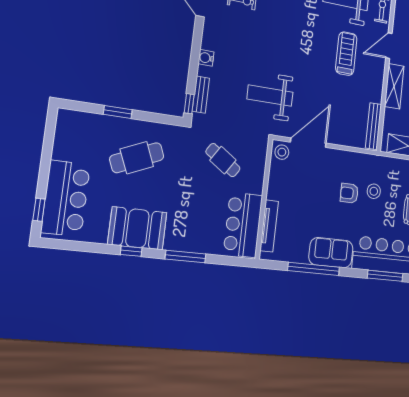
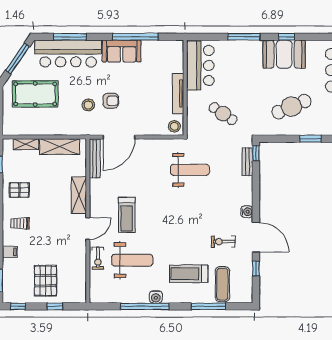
water cooler: (206, 58) -> (247, 212), moved
door: (308, 143) -> (119, 137), moved
tv unit: (269, 226) -> (178, 93), moved

